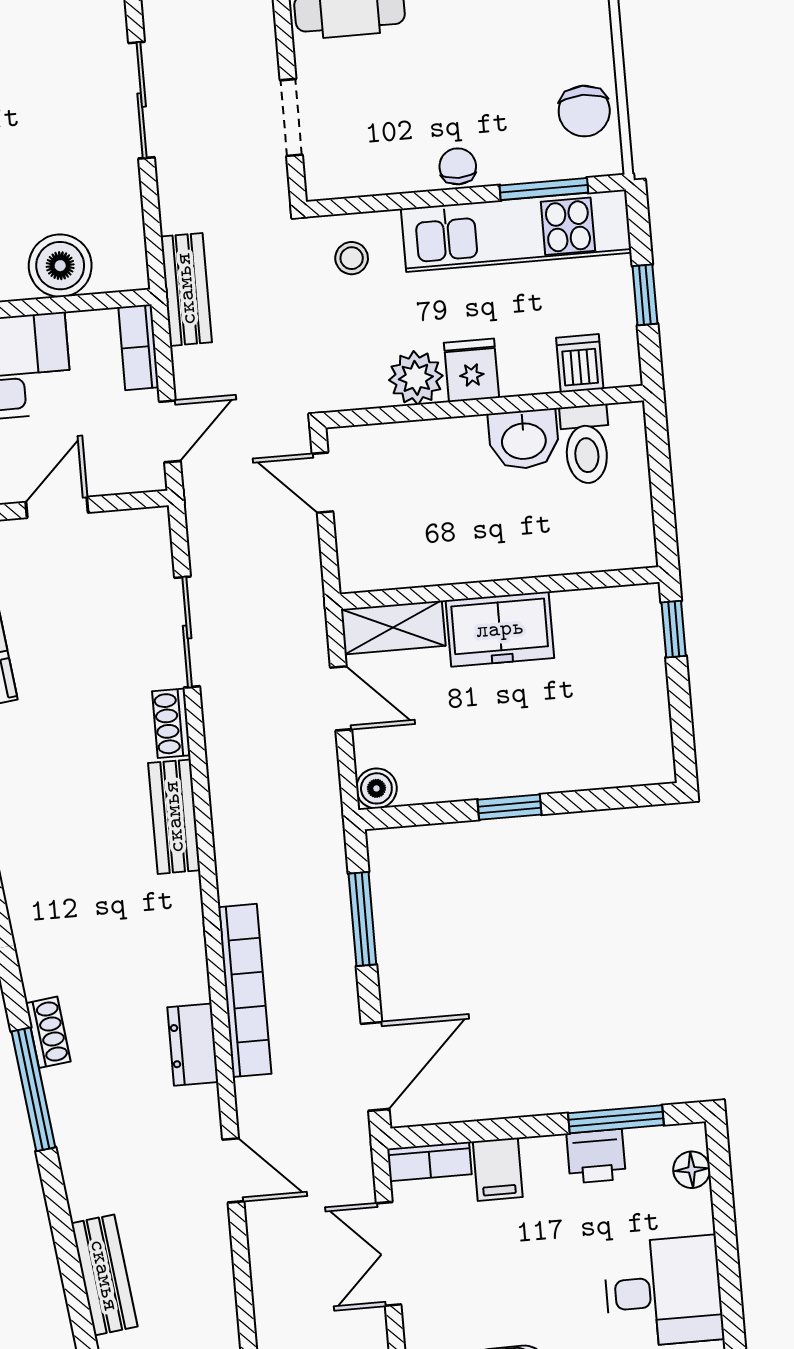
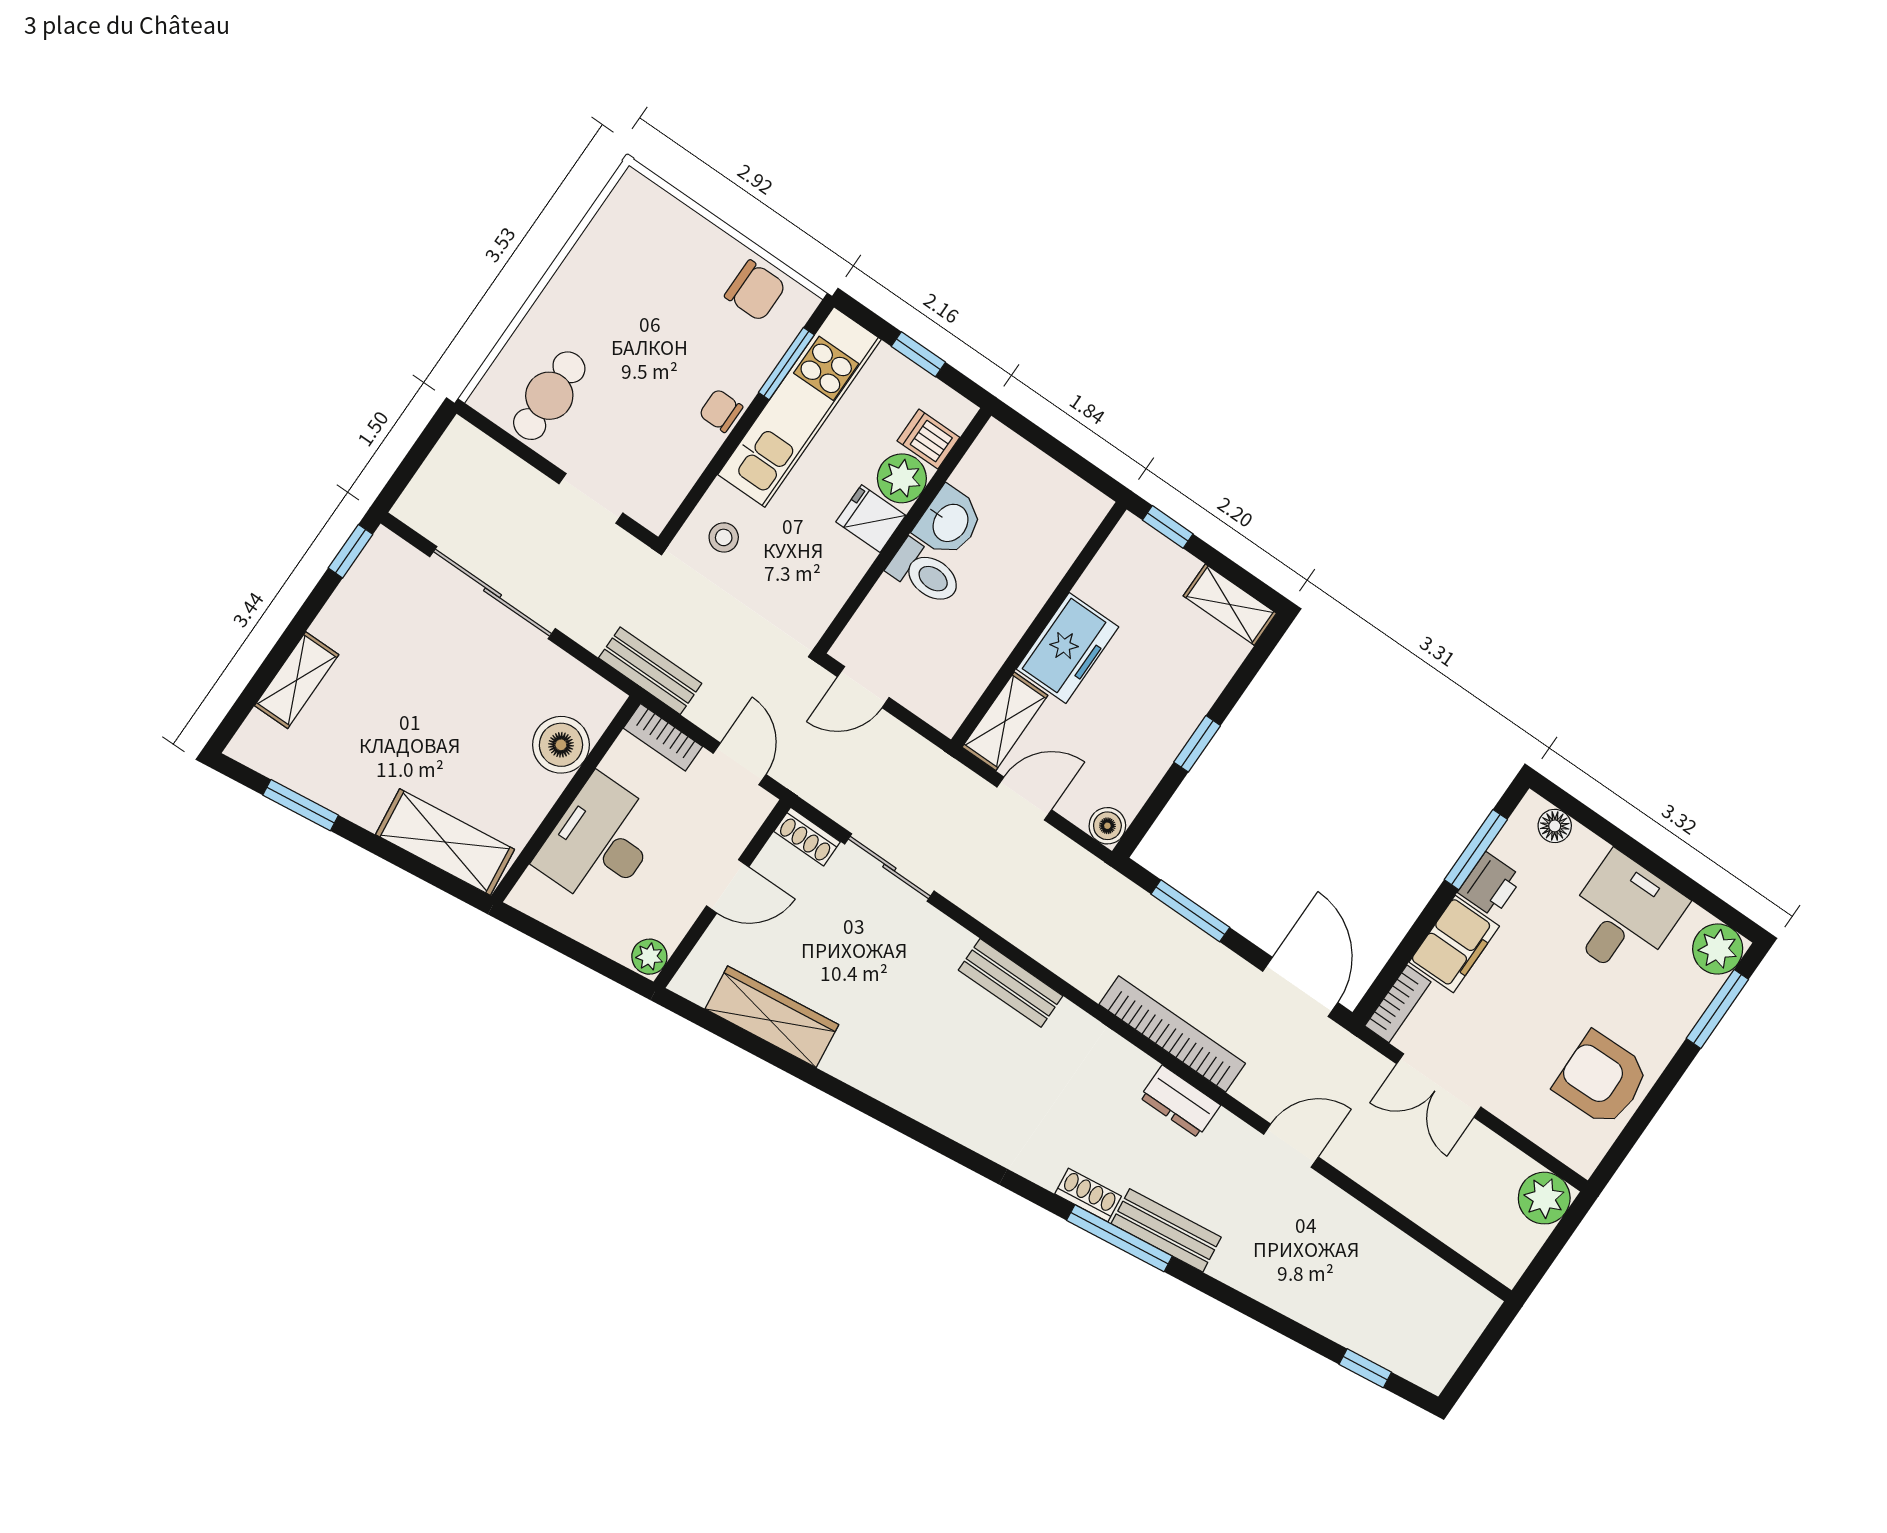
sliding door: (142, 100) -> (493, 593), width x1.37
plant: (416, 378) -> (902, 478), moved
toilet: (586, 444) -> (925, 573), moved
door: (57, 507) -> (728, 886), swing flipped
shoe rack: (171, 723) -> (807, 837), moved
shelving: (651, 737) -> (1230, 605), added
filing cabinet: (498, 1169) -> (1454, 944), width x2.00
bench: (104, 1275) -> (1166, 1230), moved

